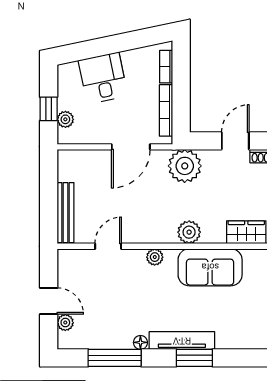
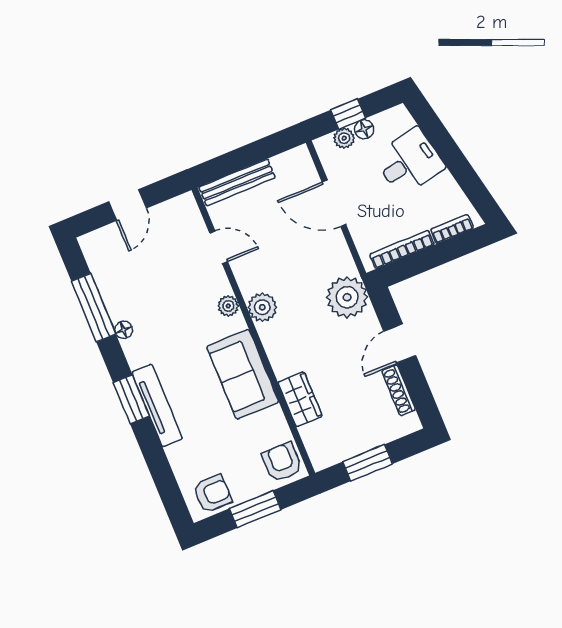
floor lamp: (65, 102) -> (364, 129), added
door: (235, 141) -> (400, 343), swing flipped
door: (131, 147) -> (334, 203), moved
plant: (189, 232) -> (262, 307), moved
plant: (65, 323) -> (111, 234), removed
tv unit: (182, 341) -> (157, 405), moved

